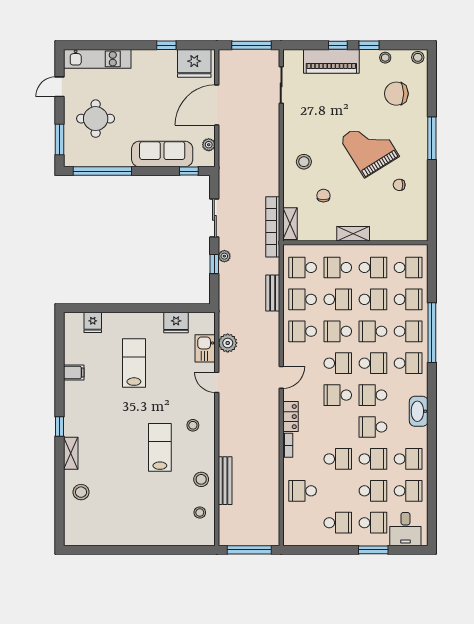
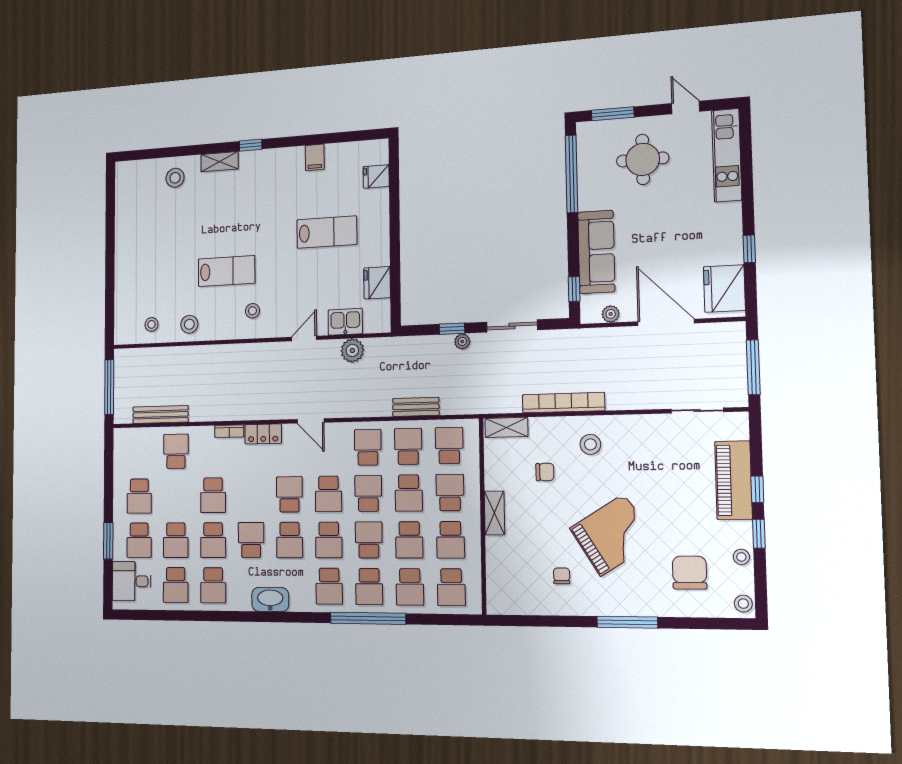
bookcase: (273, 227) -> (563, 403), moved
school desk: (373, 395) -> (290, 540), turned 180
bench: (225, 481) -> (160, 414), moved

